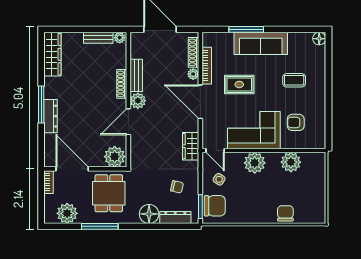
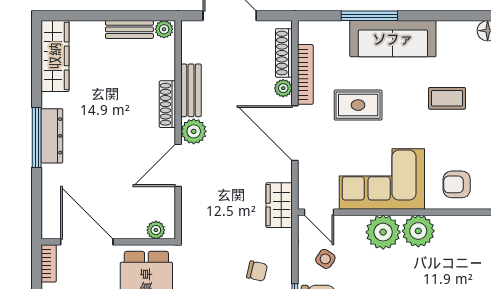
dresser: (51, 116) -> (52, 136), moved
armchair: (296, 122) -> (457, 184), moved
plant: (115, 157) -> (156, 230), width x0.53, depth x0.53
plant: (291, 162) -> (418, 231), moved

